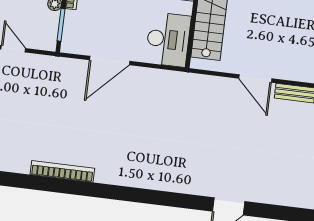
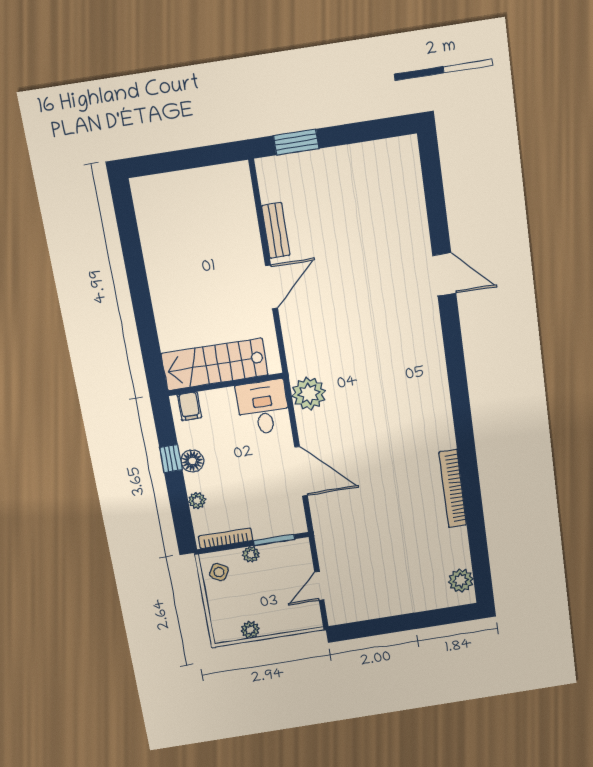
desk: (168, 39) -> (263, 407), width x0.73
plant: (168, 83) -> (309, 394), added

